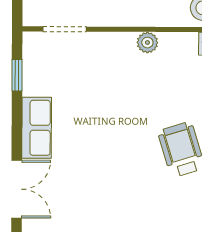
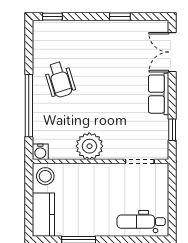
plant: (147, 43) -> (89, 146), width x1.88, depth x1.88

